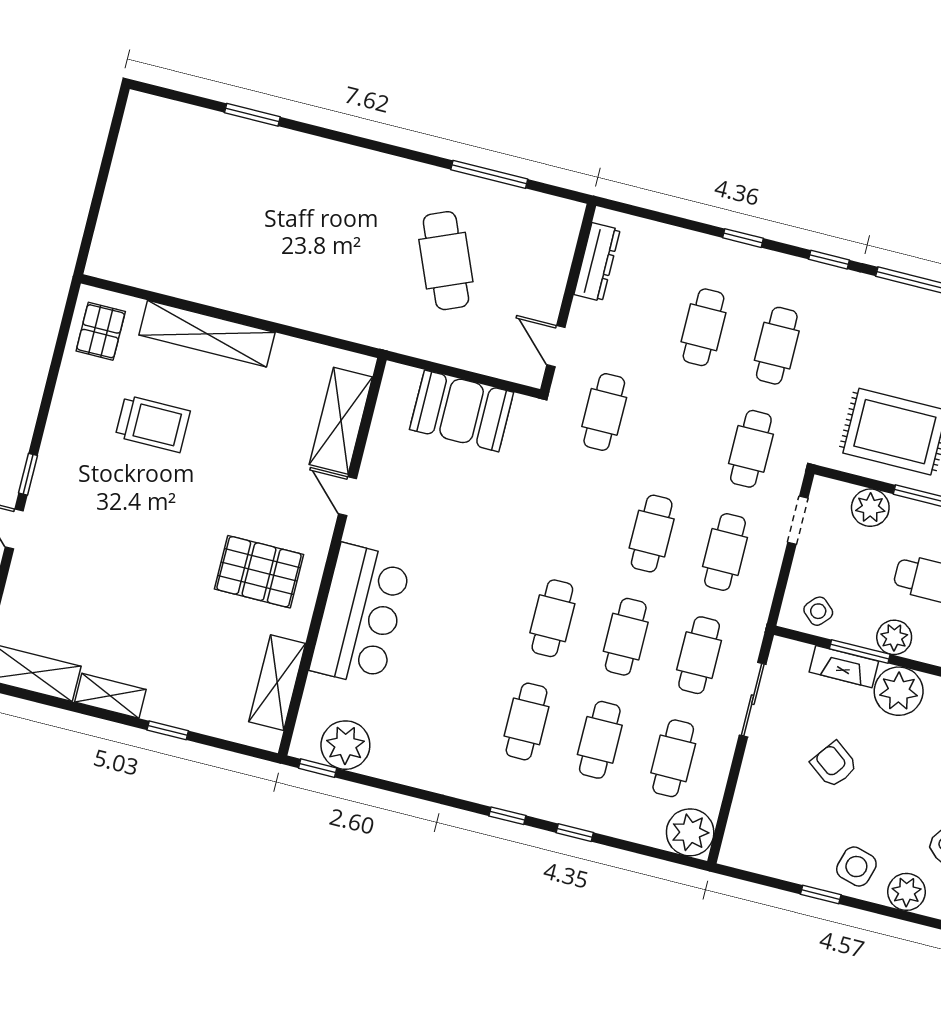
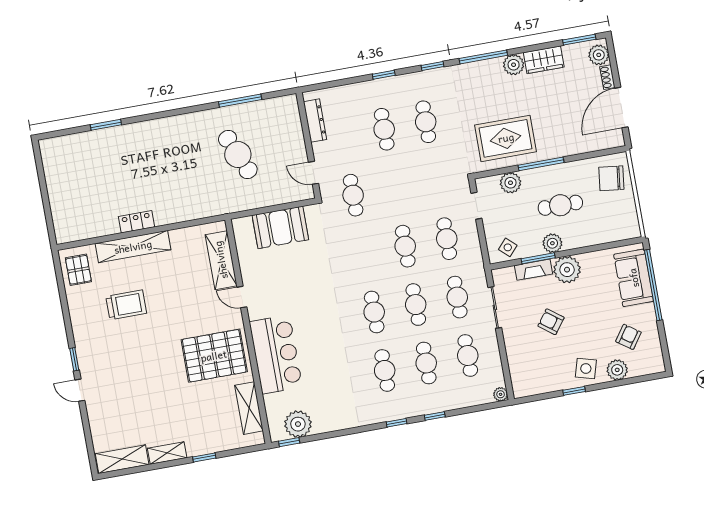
locker: (231, 296) -> (136, 222), added
cafe table: (751, 449) -> (436, 180), removed
pallet: (259, 572) -> (214, 356), width x1.37, depth x1.41
plant: (690, 832) -> (501, 394), width x0.53, depth x0.53

